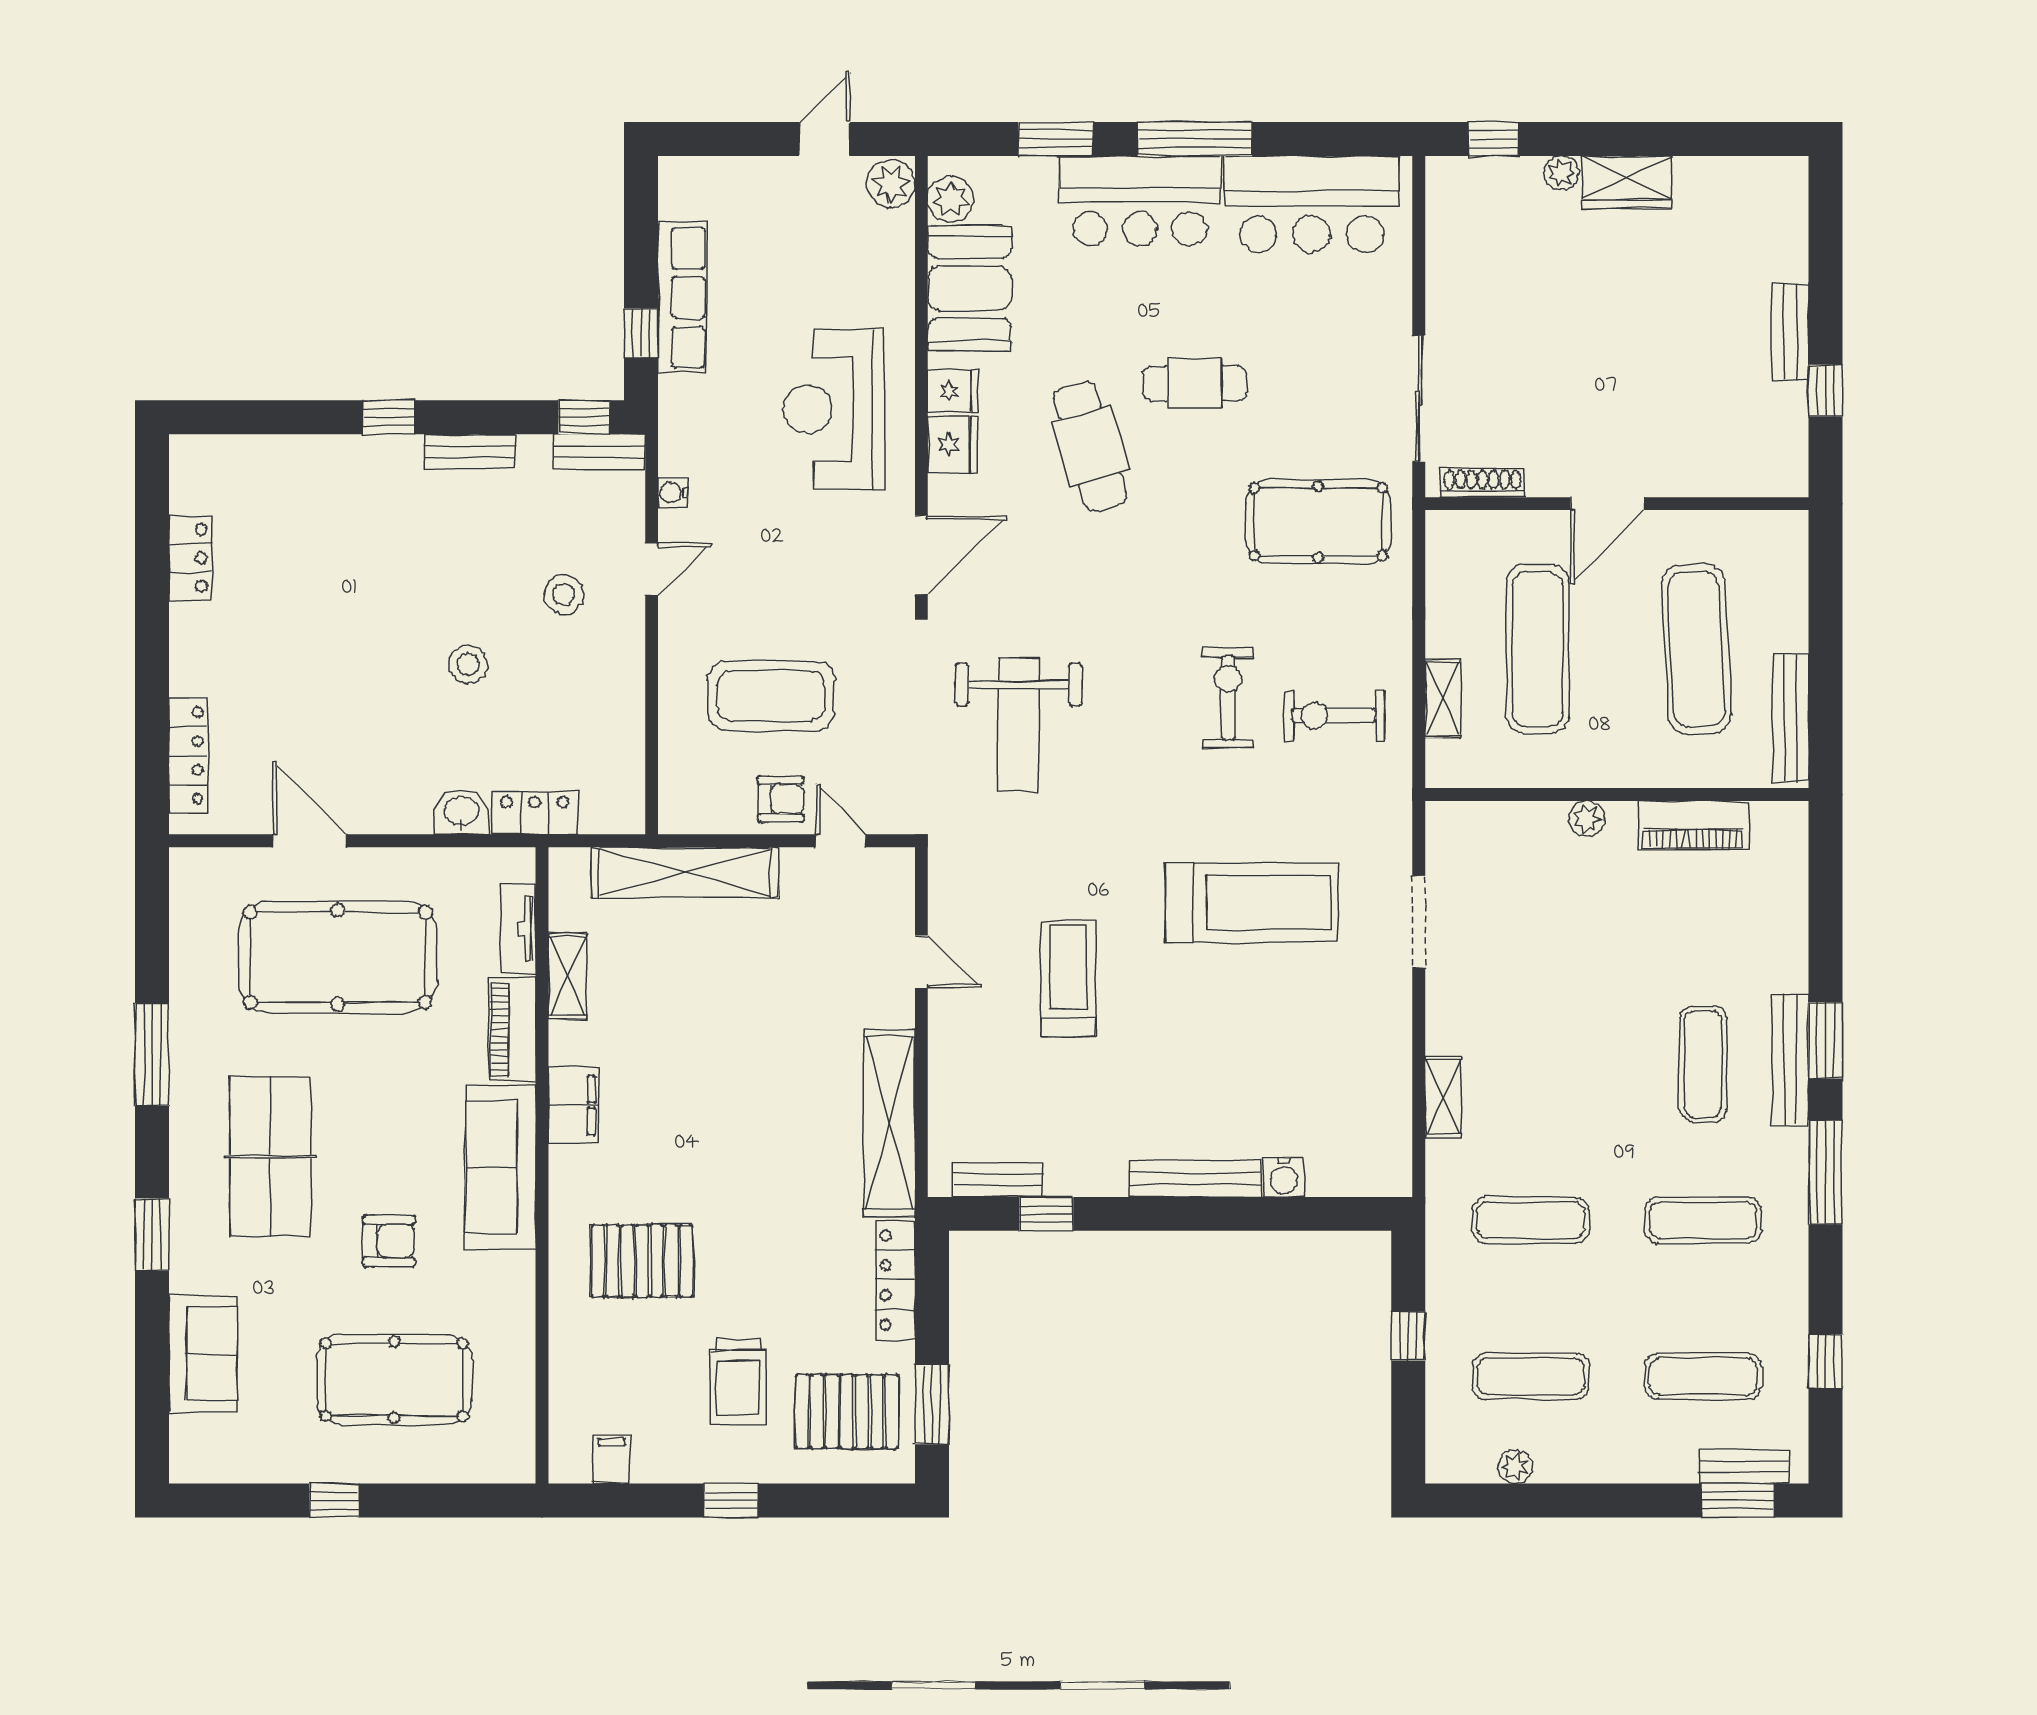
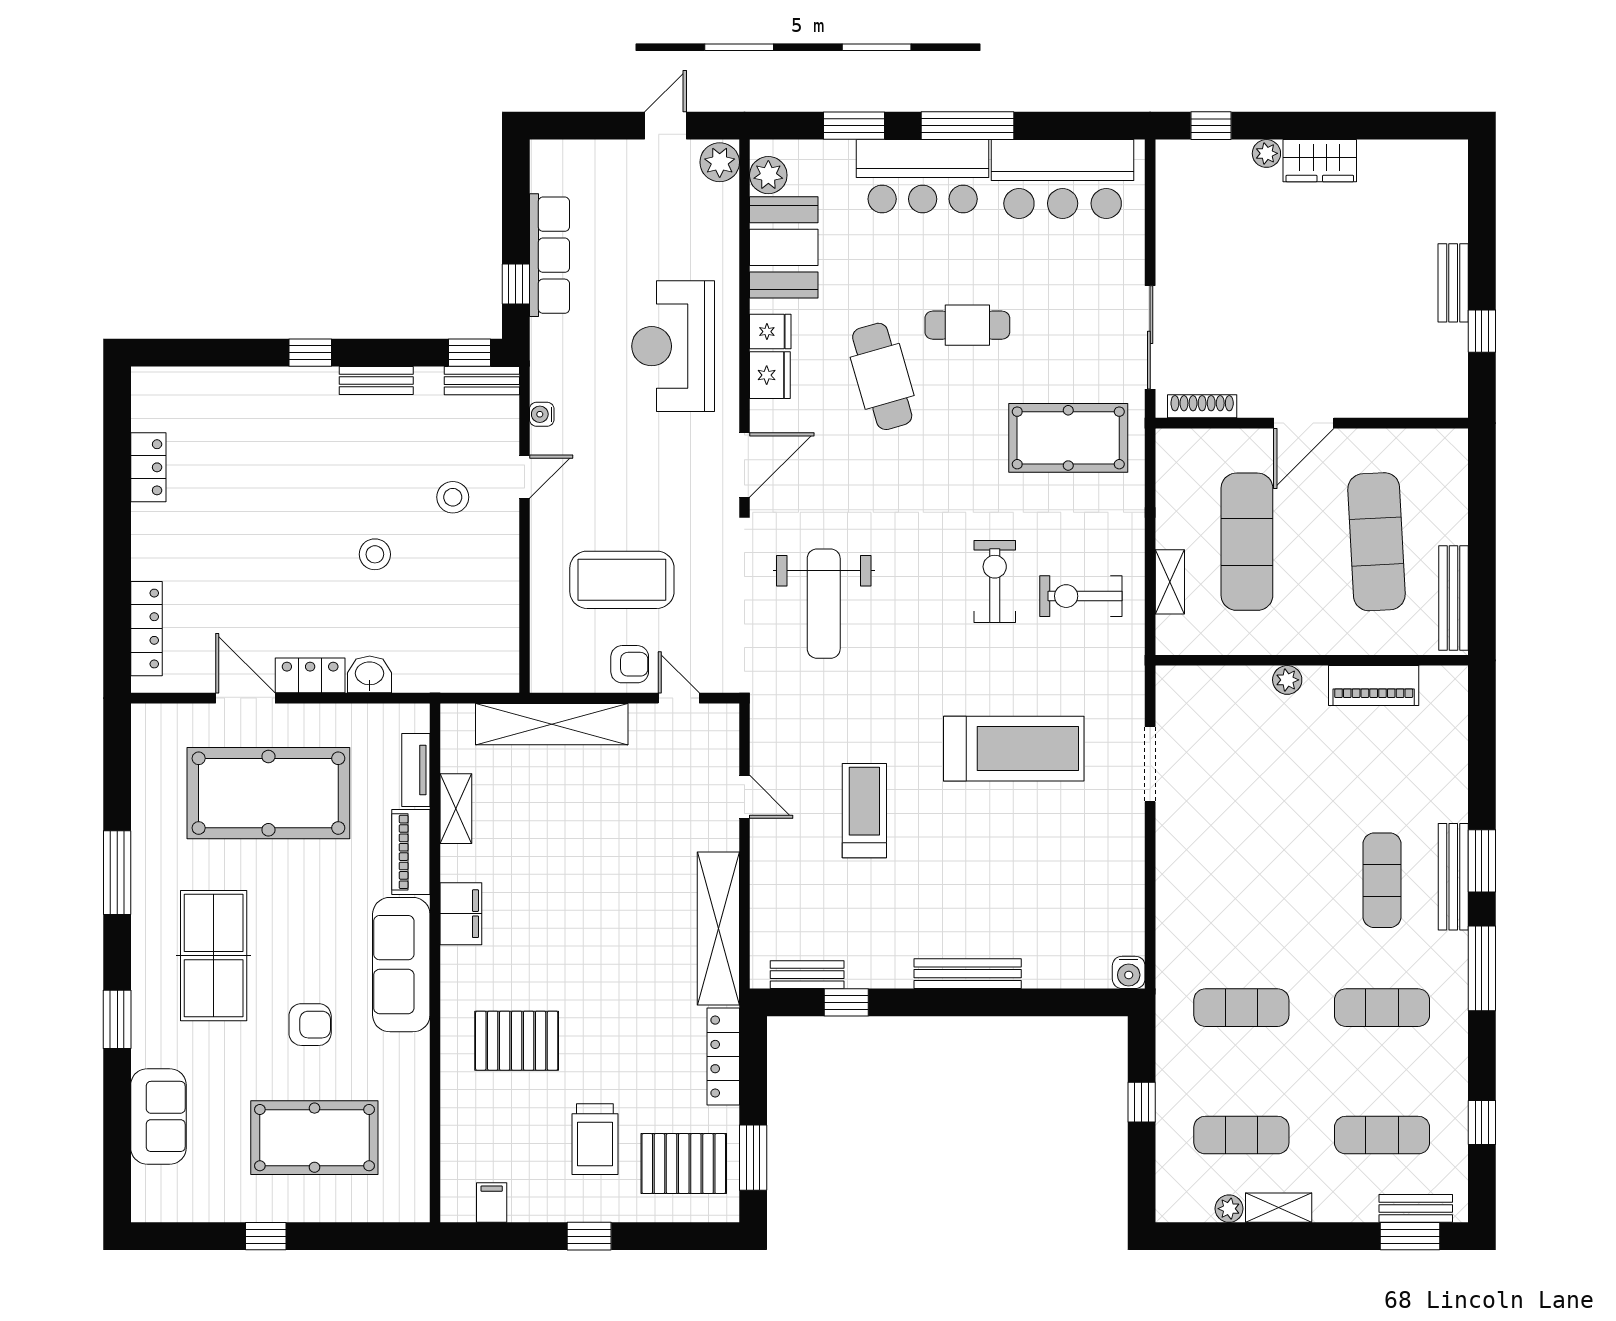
locker: (535, 813) -> (310, 675), moved
shelving: (1443, 1097) -> (1279, 1208), moved, turned 90
water cooler: (1284, 1177) -> (1129, 972), moved

